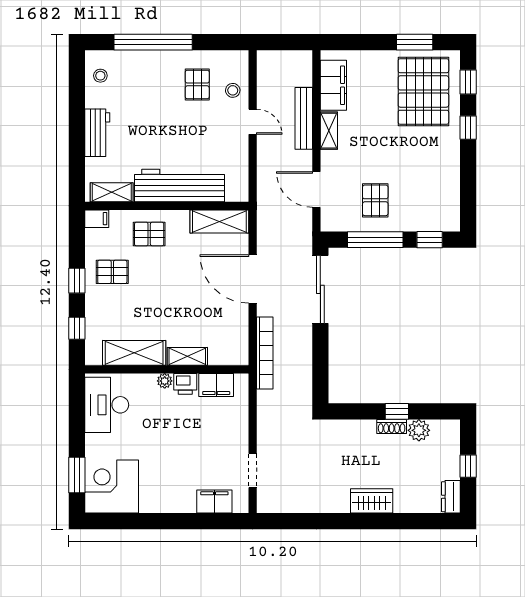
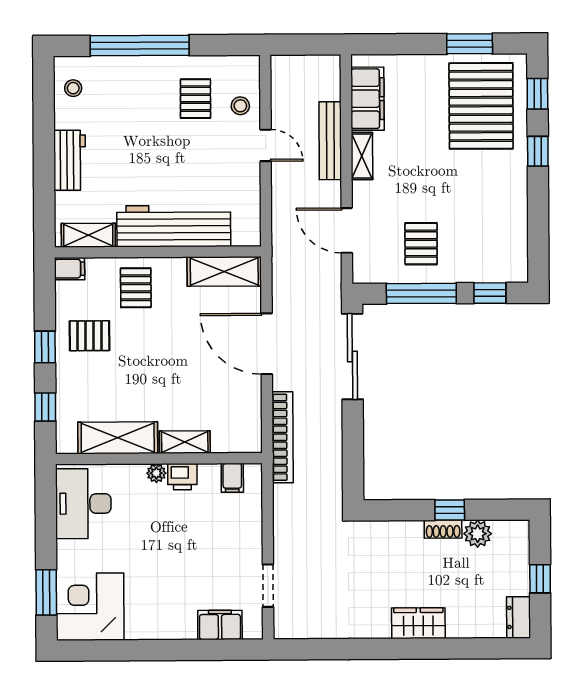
pallet: (149, 234) -> (136, 288), turned 90
filing cabinet: (216, 385) -> (232, 478), width x0.50

